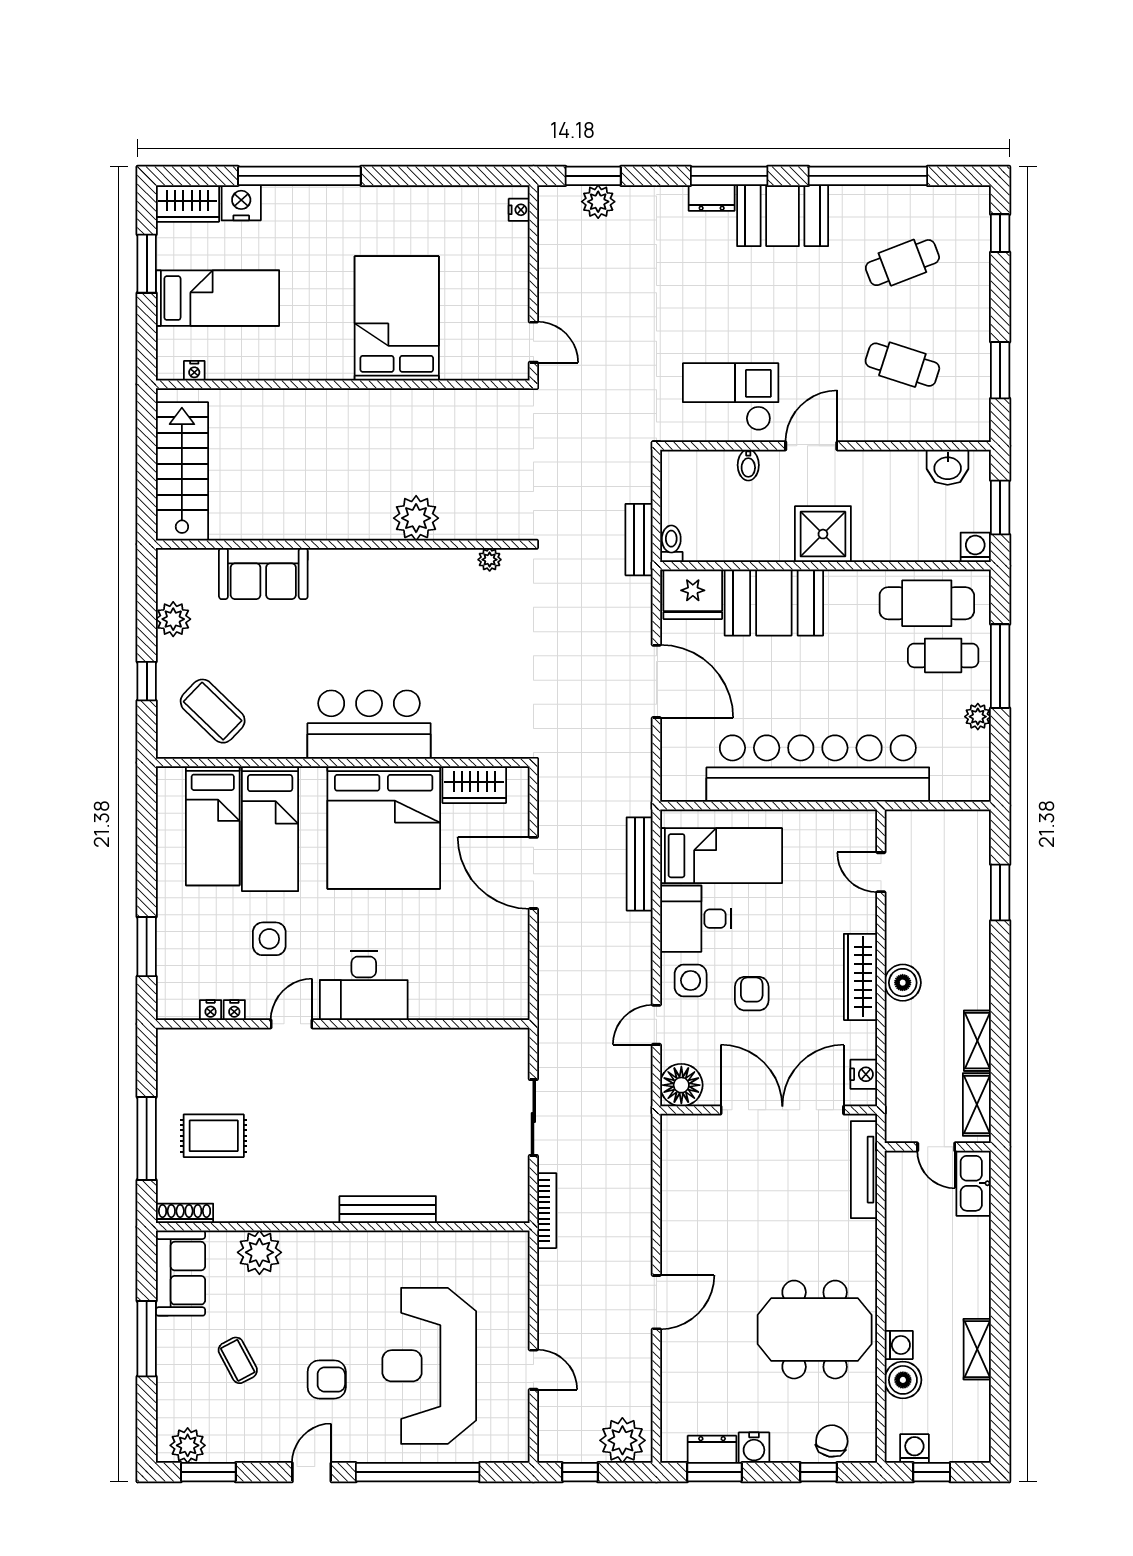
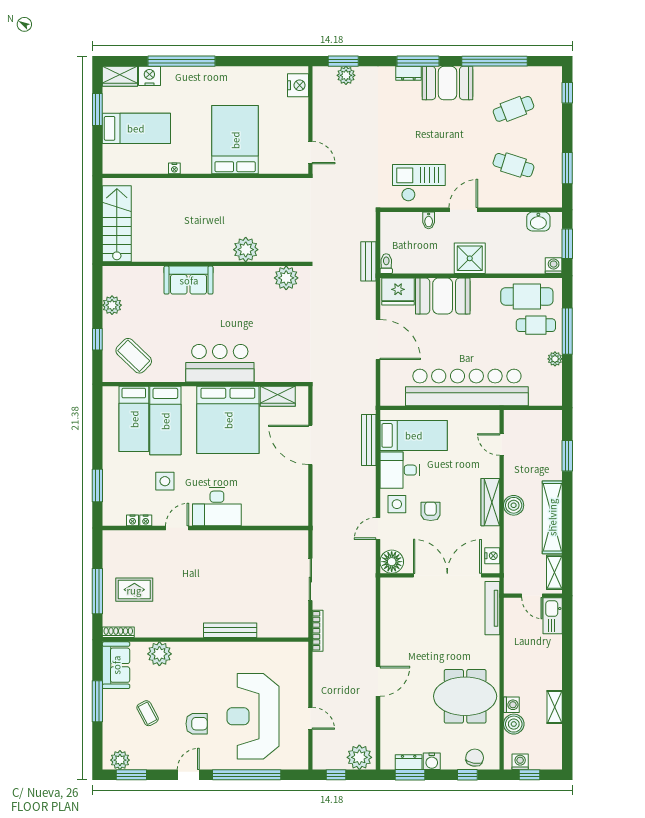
nightstand: (519, 210) -> (298, 85), width x1.89, depth x1.79
nightstand: (194, 371) -> (174, 168), moved
plant: (490, 560) -> (286, 278), width x1.88, depth x1.88
sofa: (263, 574) -> (189, 280), moved
shelving: (977, 1041) -> (552, 517), width x2.20, depth x1.33

